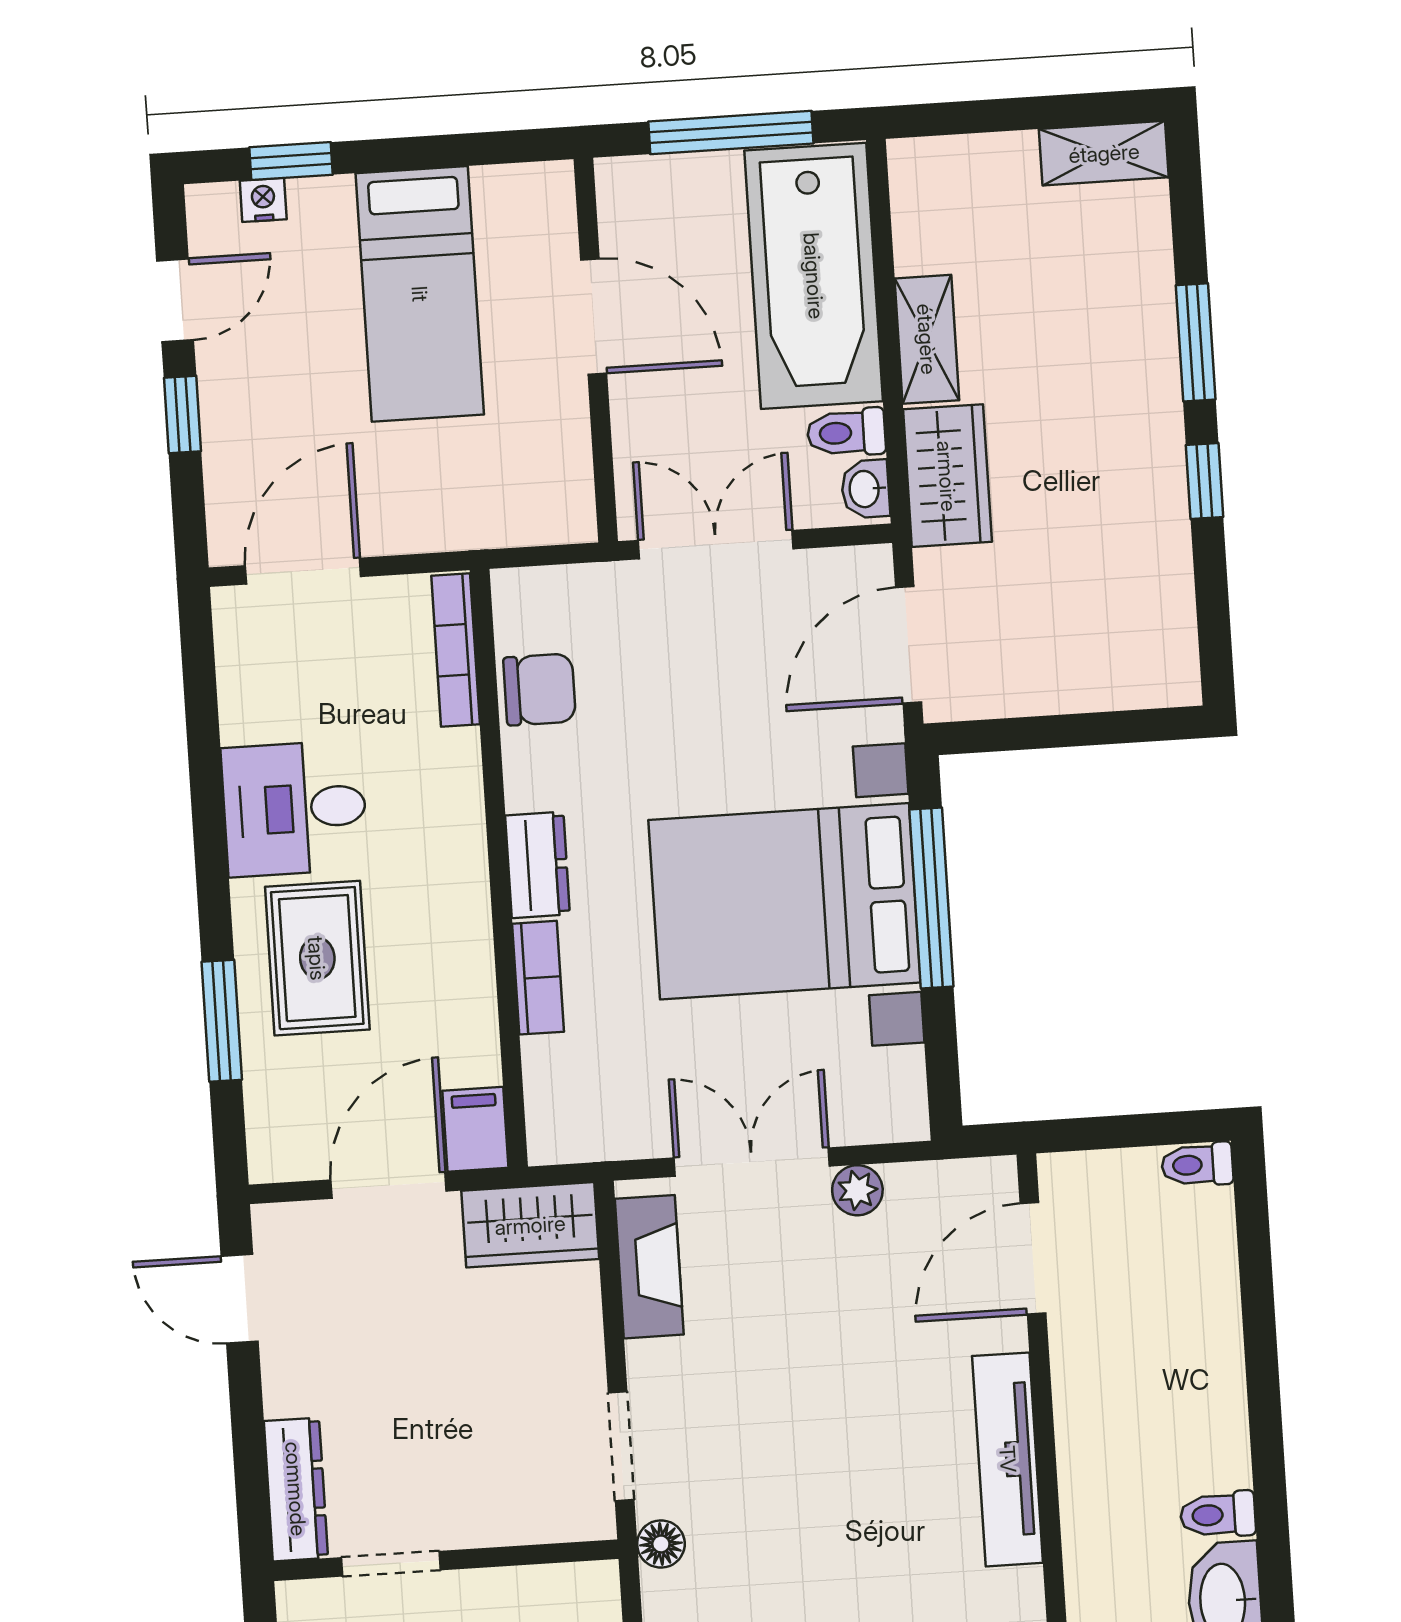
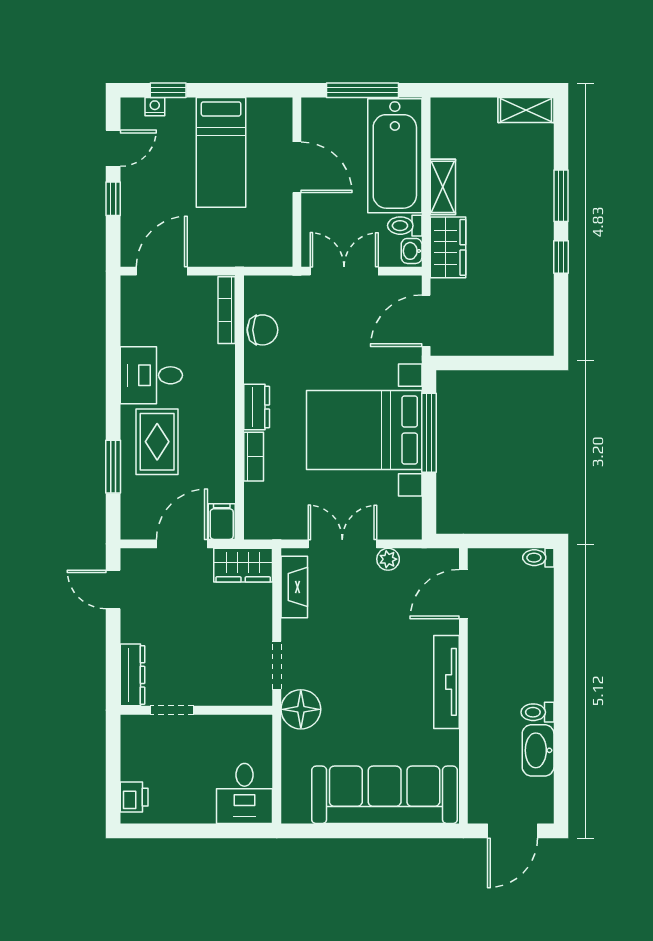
floor lamp: (661, 1544) -> (301, 709), width x1.89, depth x1.89

